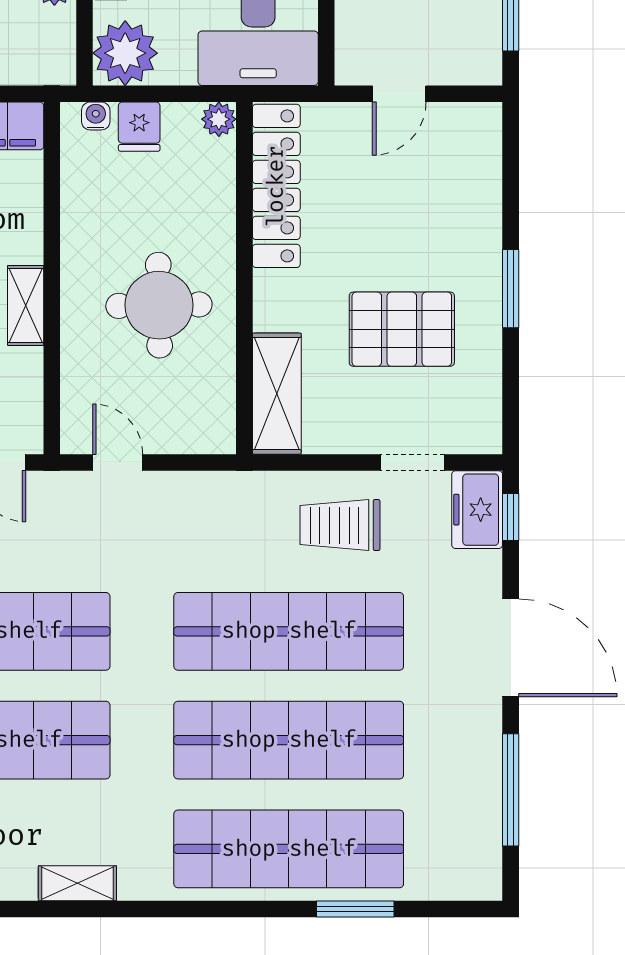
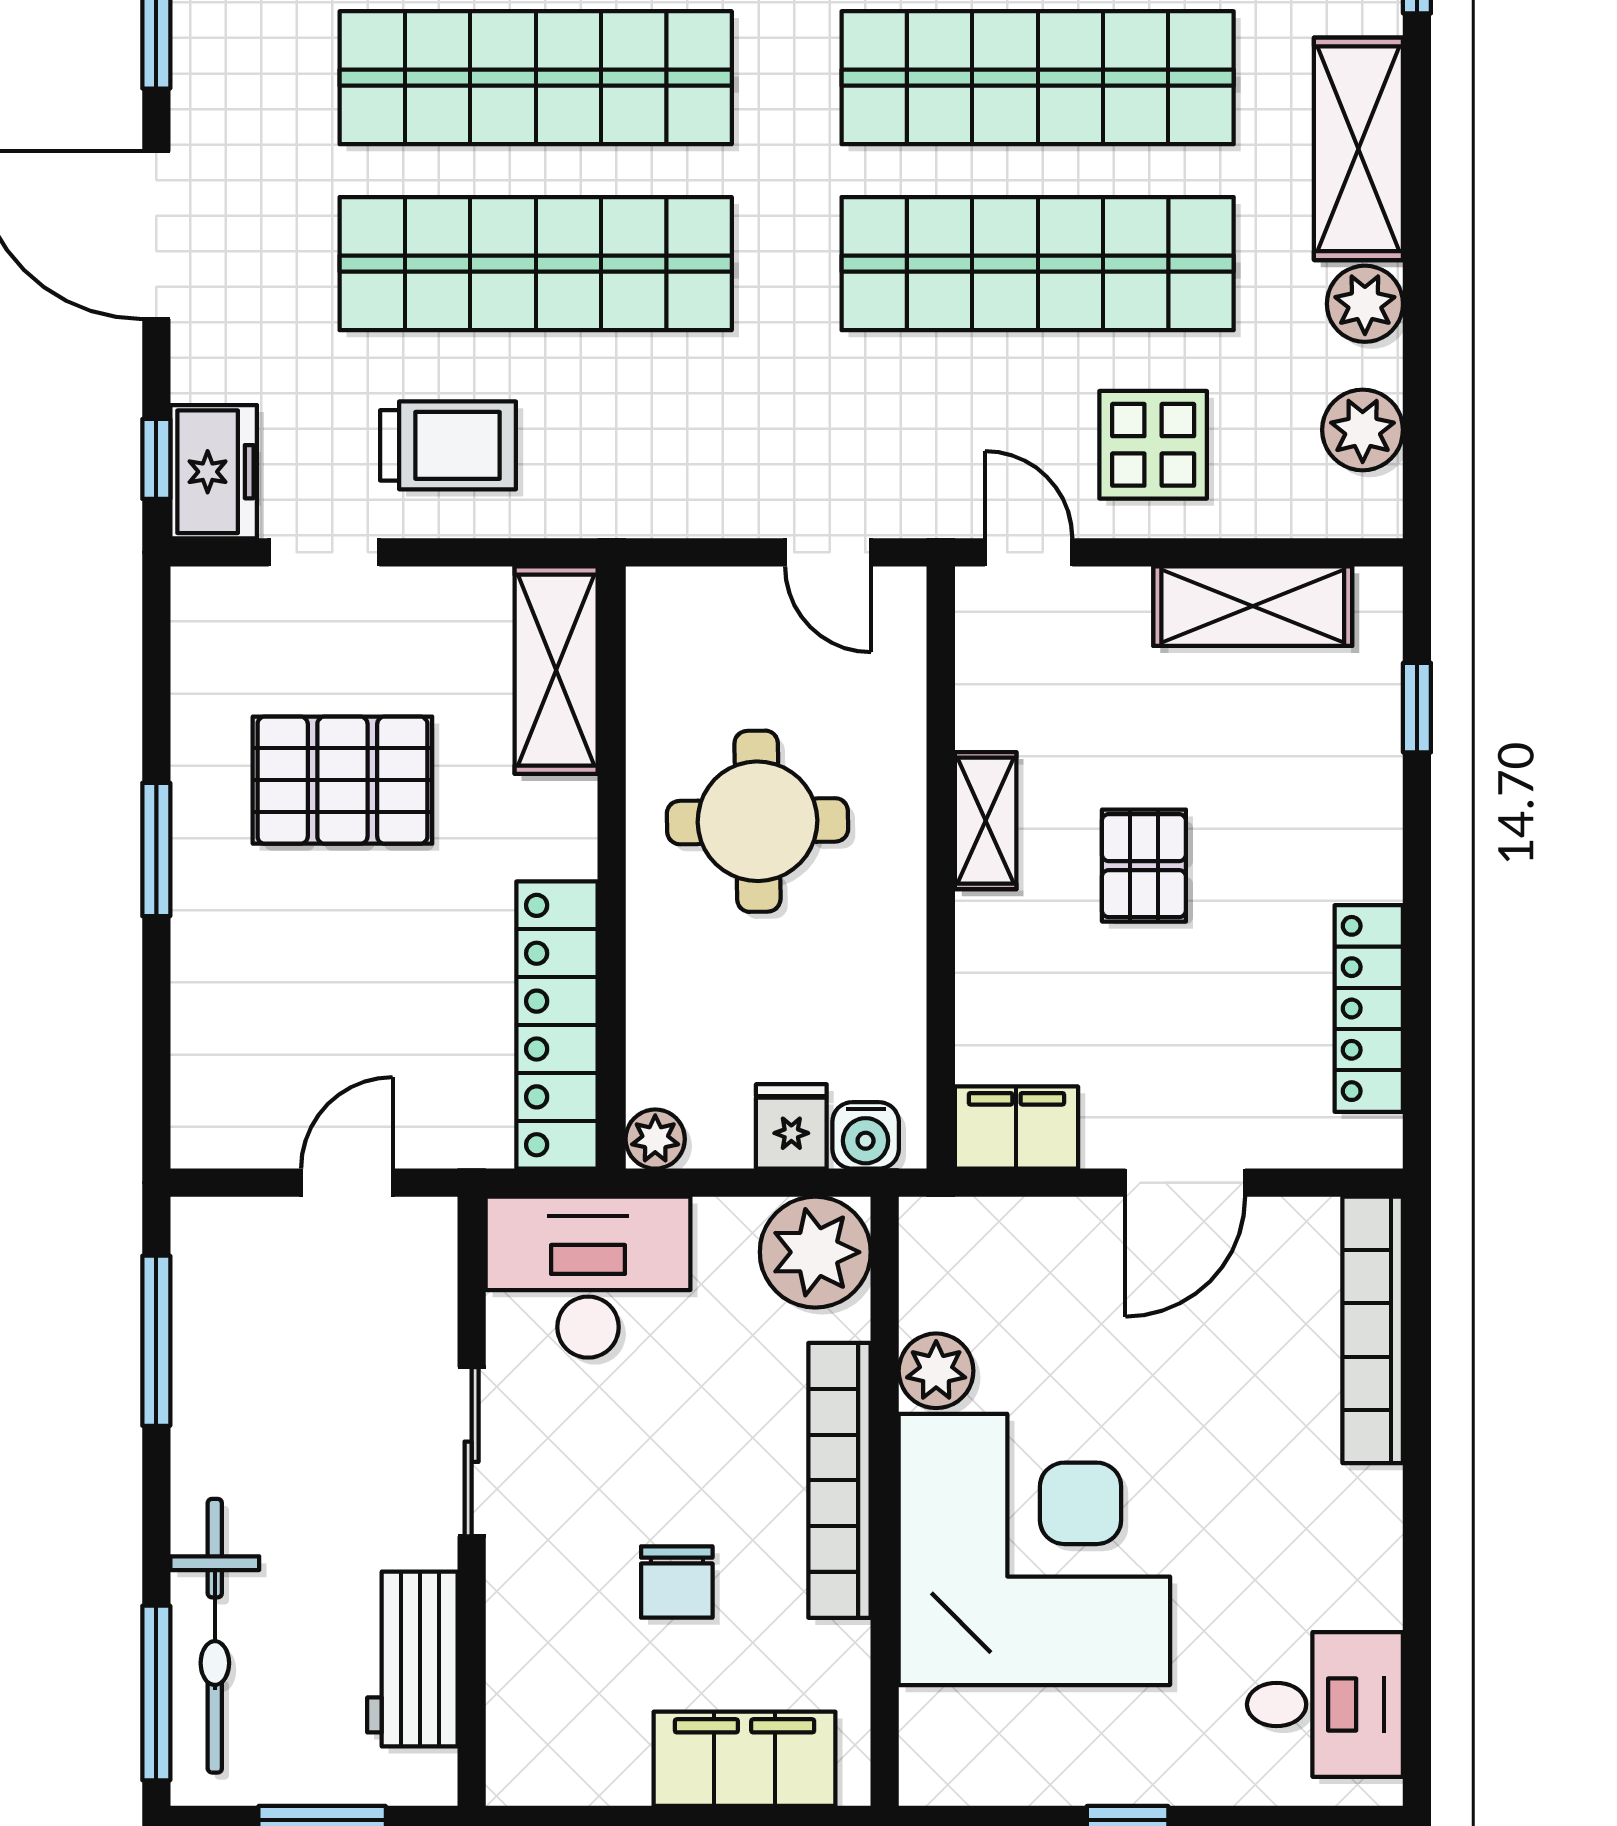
water cooler: (96, 116) -> (866, 1135), width x1.38, depth x1.38

